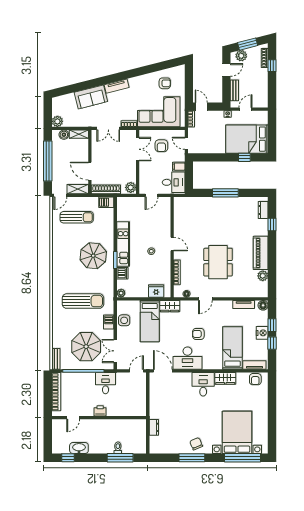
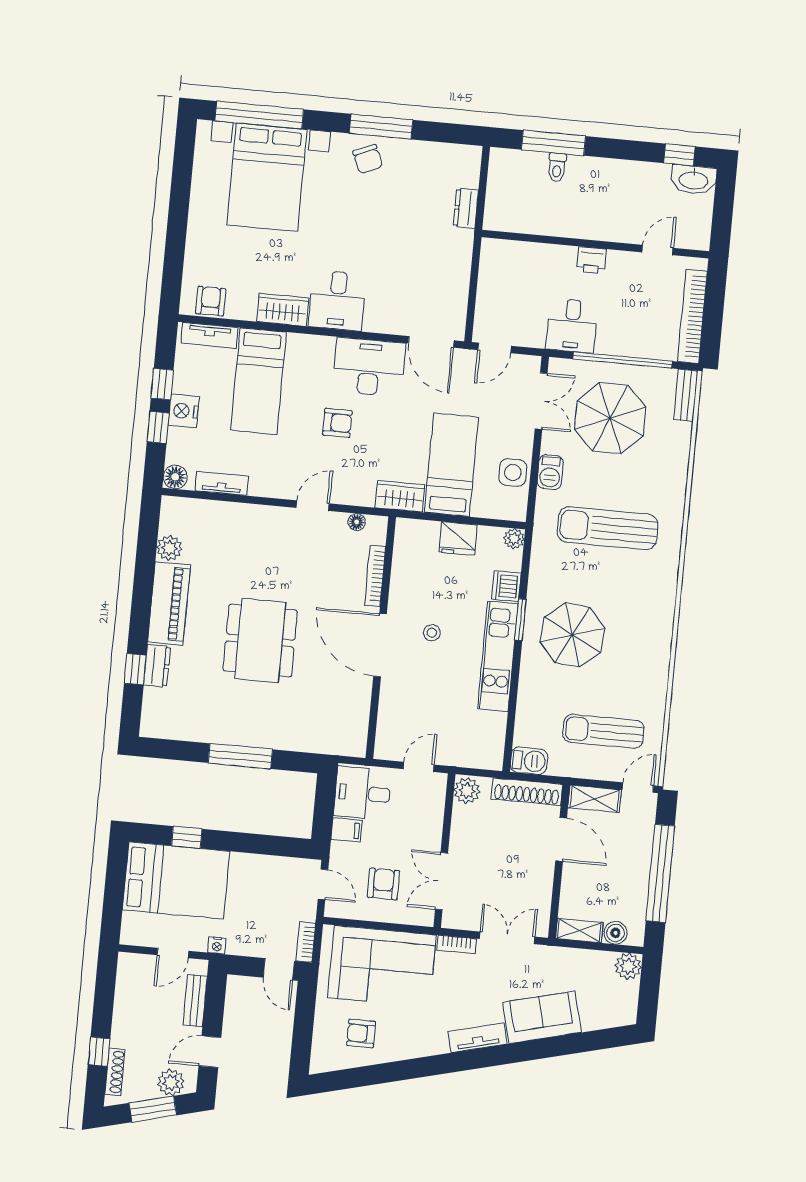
dresser: (263, 210) -> (157, 666), moved
door: (172, 244) -> (380, 645), width x1.88
dining table: (218, 262) -> (260, 641), moved
fridge: (156, 291) -> (458, 539), moved
washbasin: (79, 448) -> (694, 180), moved

